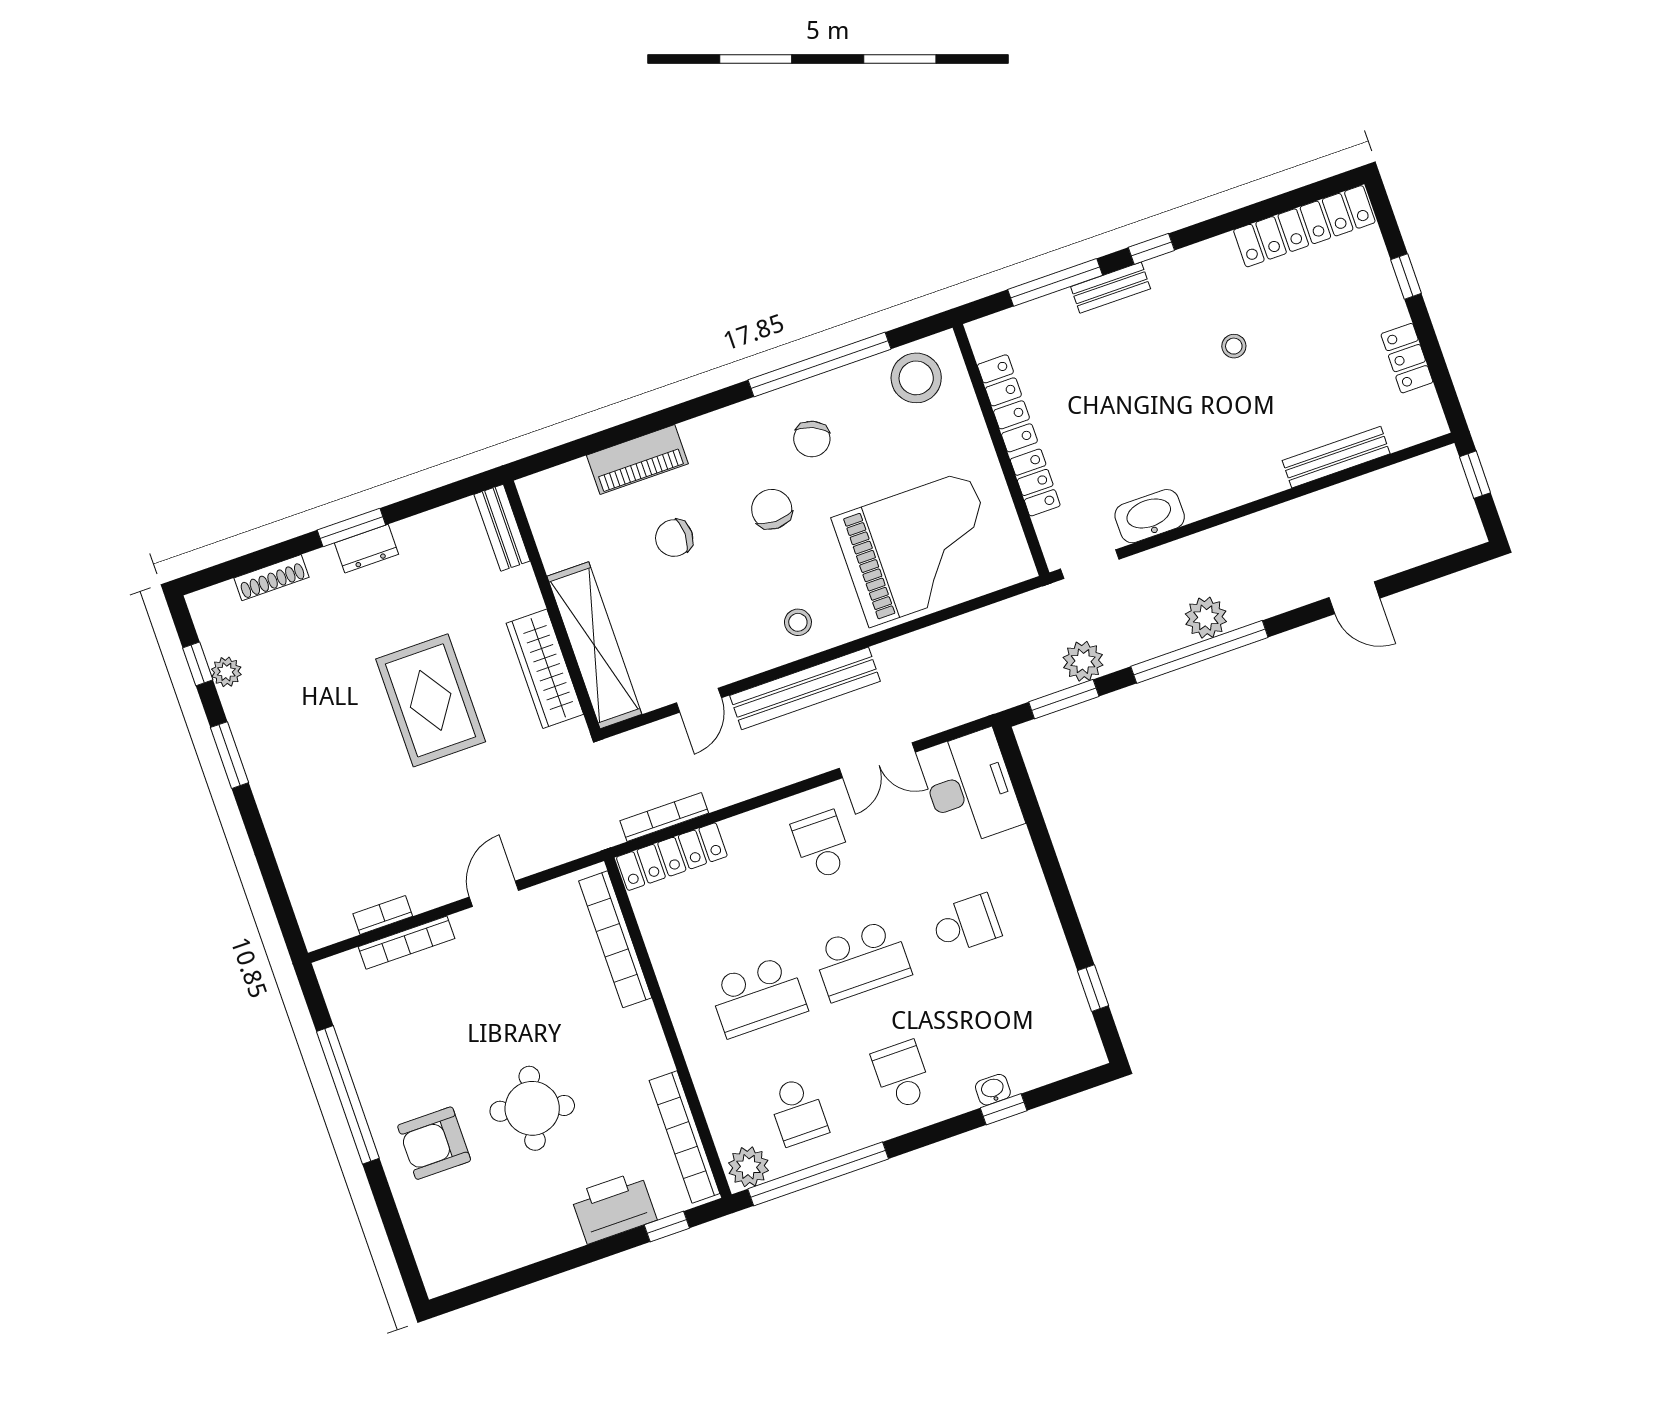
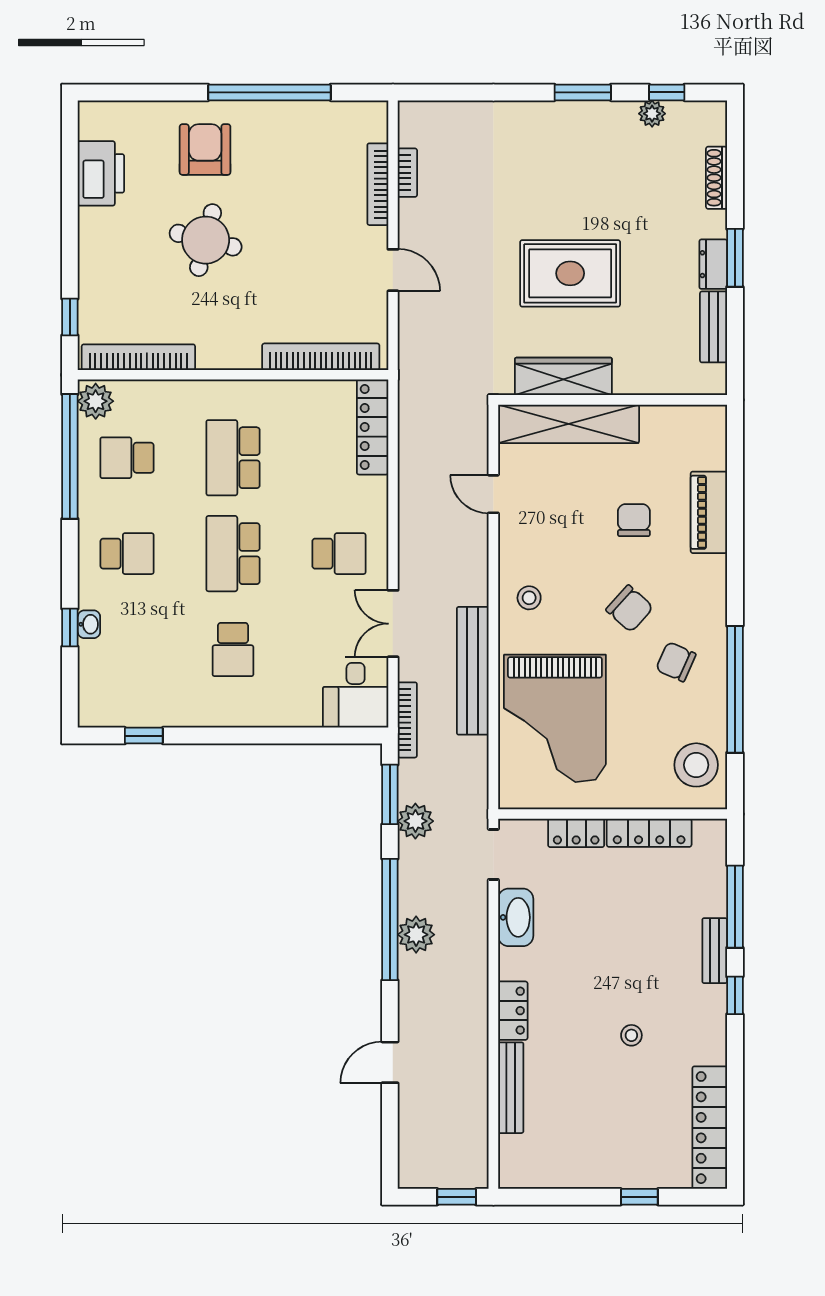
locker: (1407, 358) -> (513, 1011), moved, turned 90
chair: (772, 509) -> (630, 609), turned 42
bench: (502, 528) -> (714, 327), moved, turned 90
bench: (805, 688) -> (473, 671), moved
desk: (971, 788) -> (356, 692), width x0.73
bookcase: (664, 817) -> (407, 720), moved
printer: (614, 1207) -> (101, 173), moved

